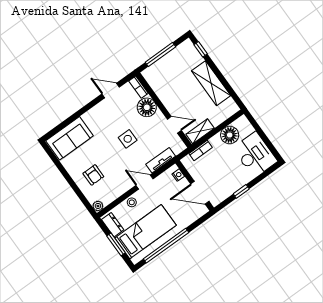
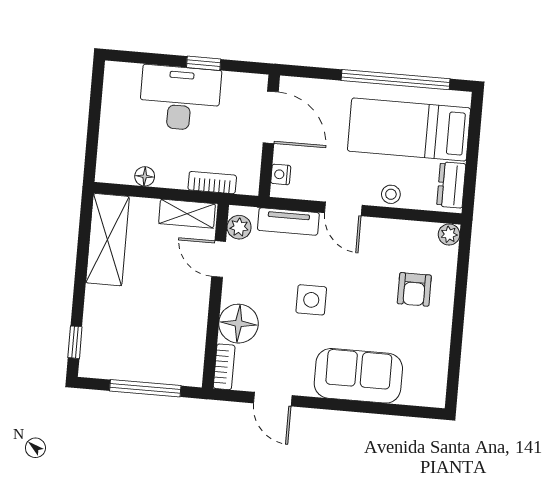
shelving: (211, 83) -> (108, 240), moved
floor lamp: (230, 135) -> (145, 176), width x0.53, depth x0.53
sofa: (70, 138) -> (358, 376), moved
plant: (177, 143) -> (239, 227), added
desk: (255, 155) -> (180, 98), moved, turned 90
armchair: (93, 175) -> (414, 289), turned 180
window: (116, 244) -> (473, 150), removed

